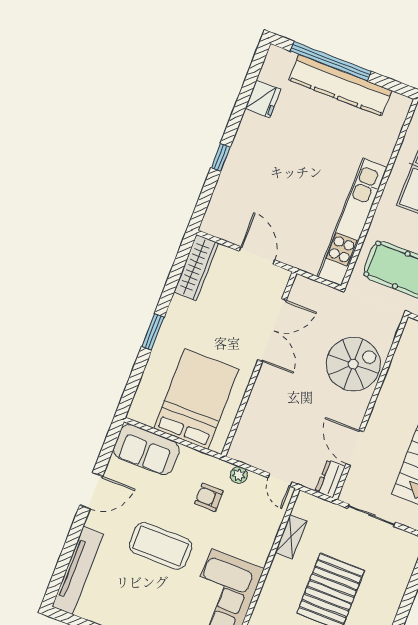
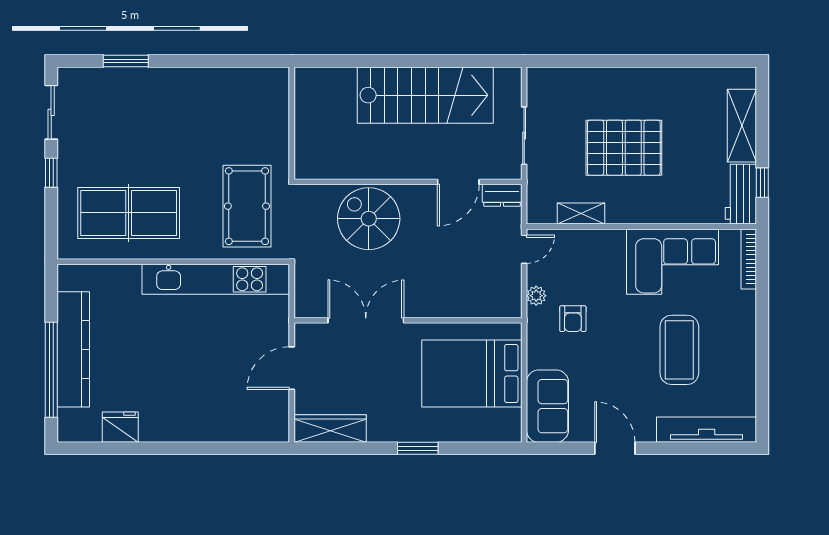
window: (221, 157) -> (201, 448), removed
coffee table: (161, 546) -> (679, 350), moved

